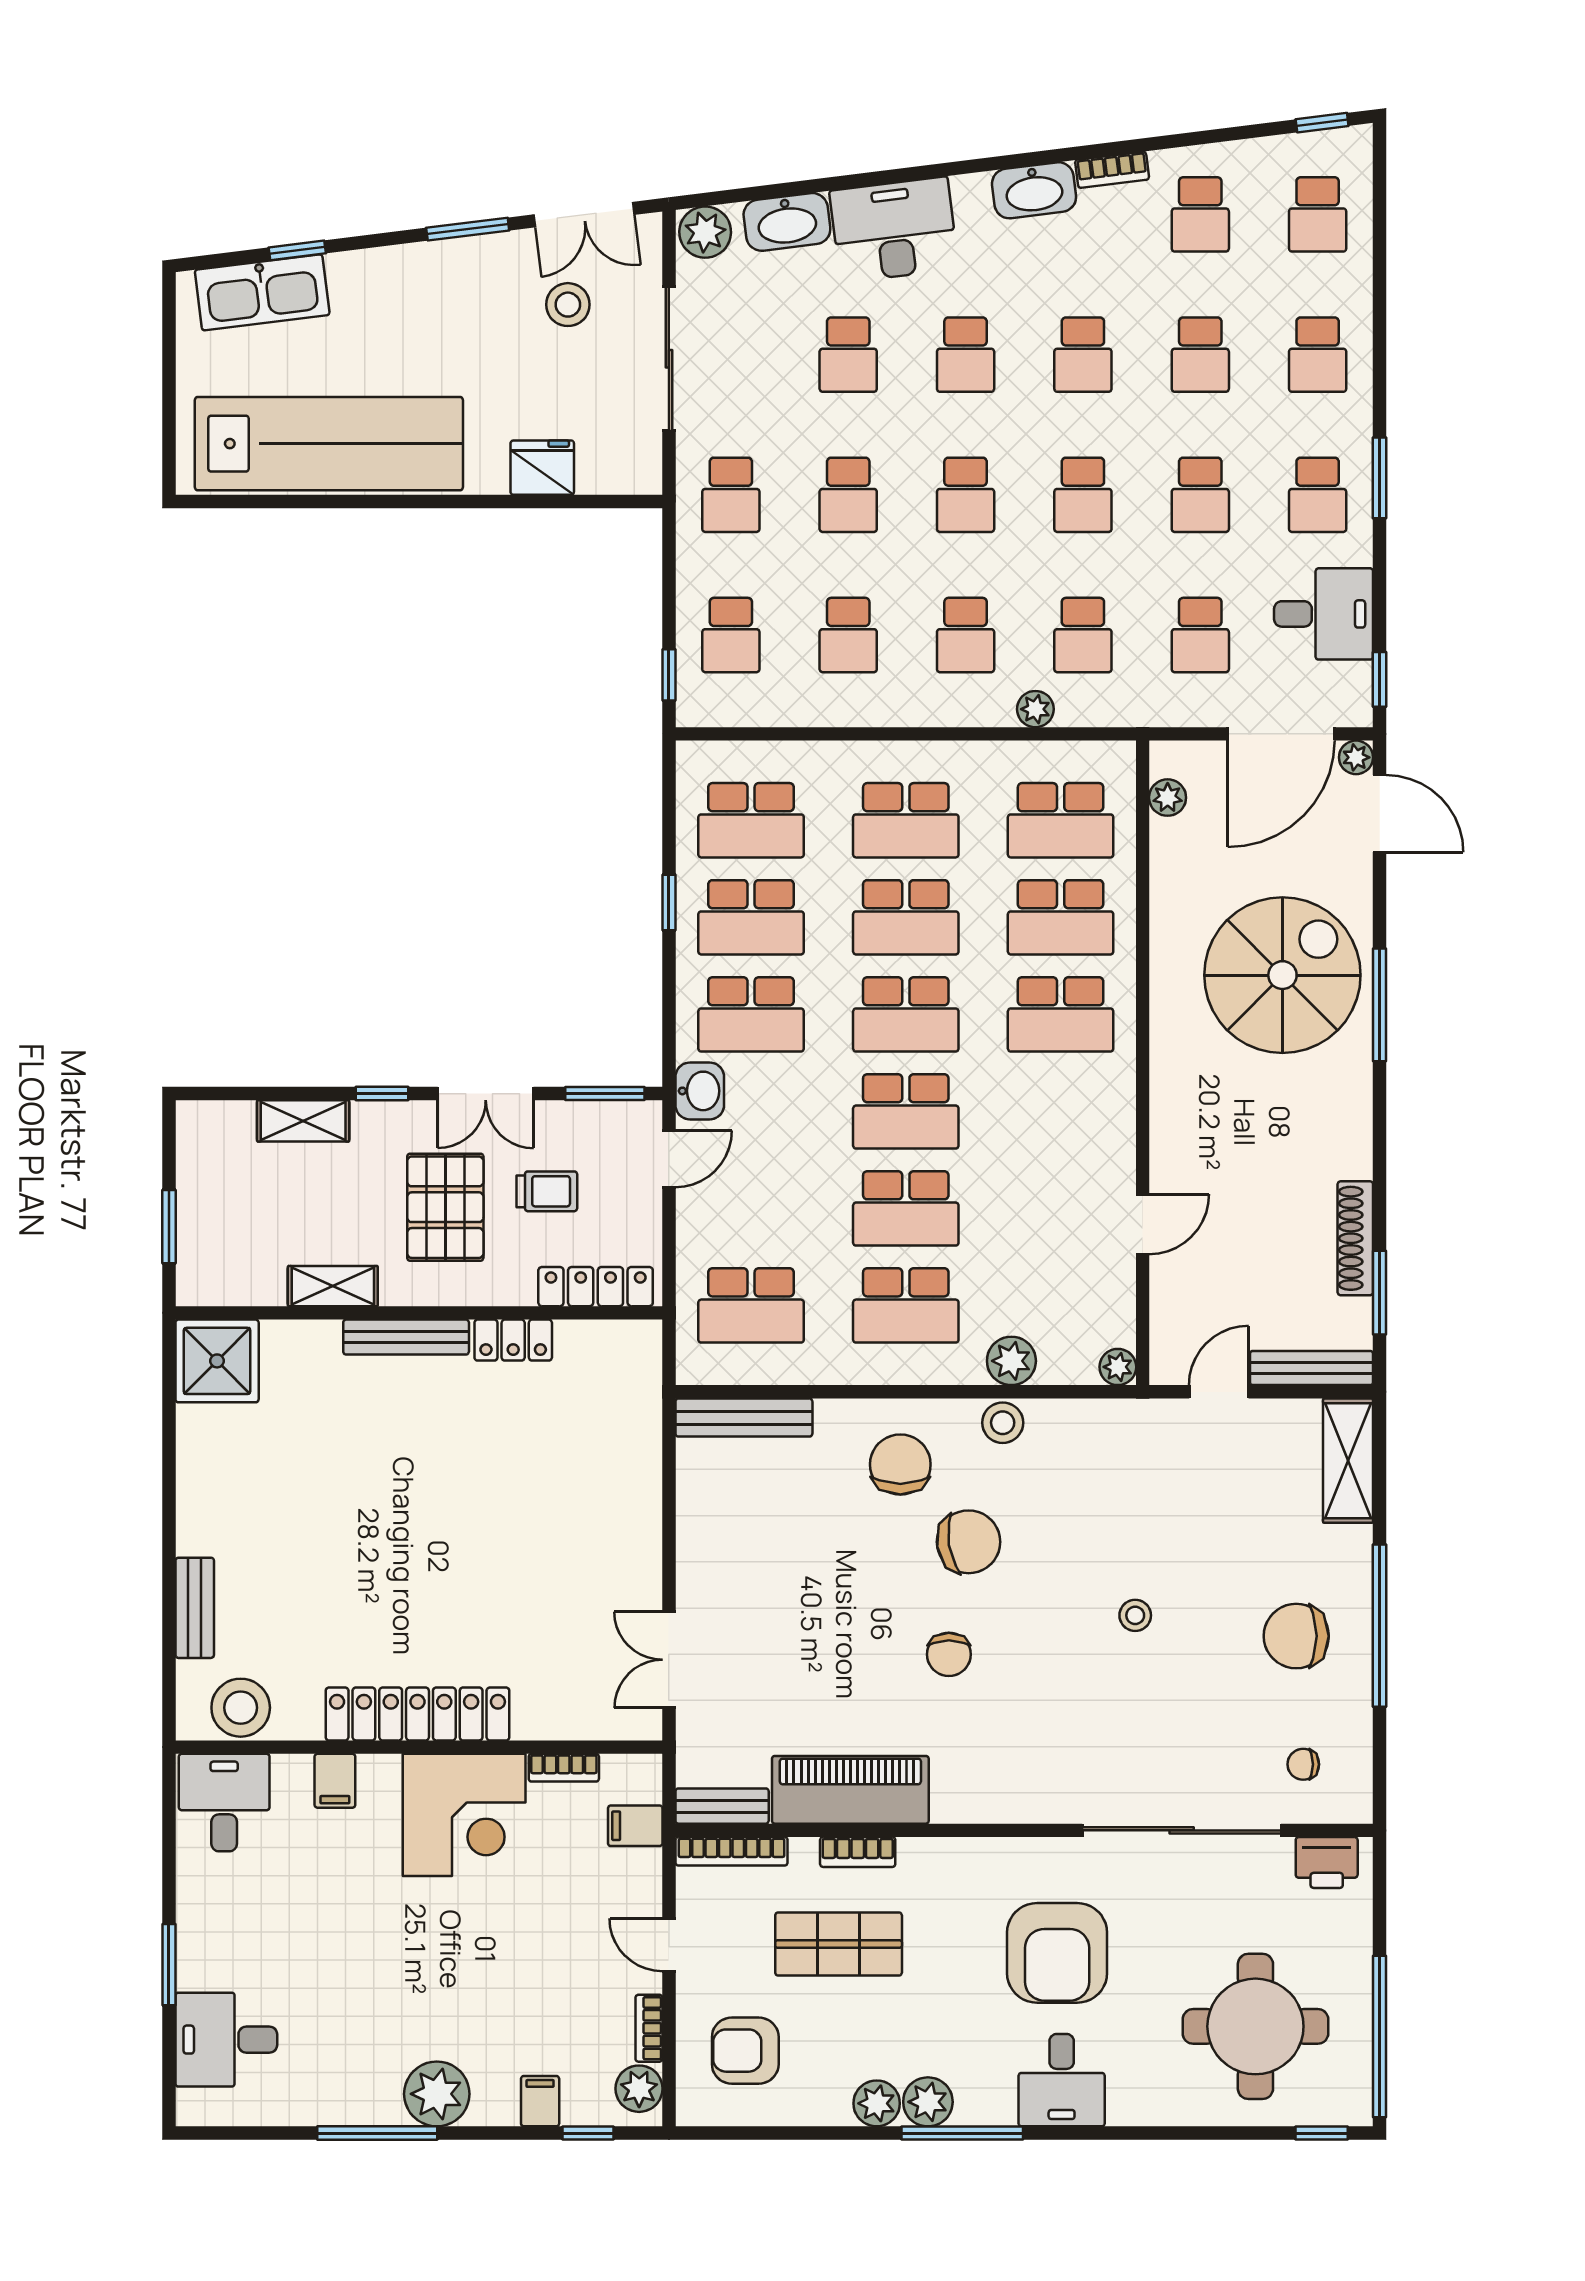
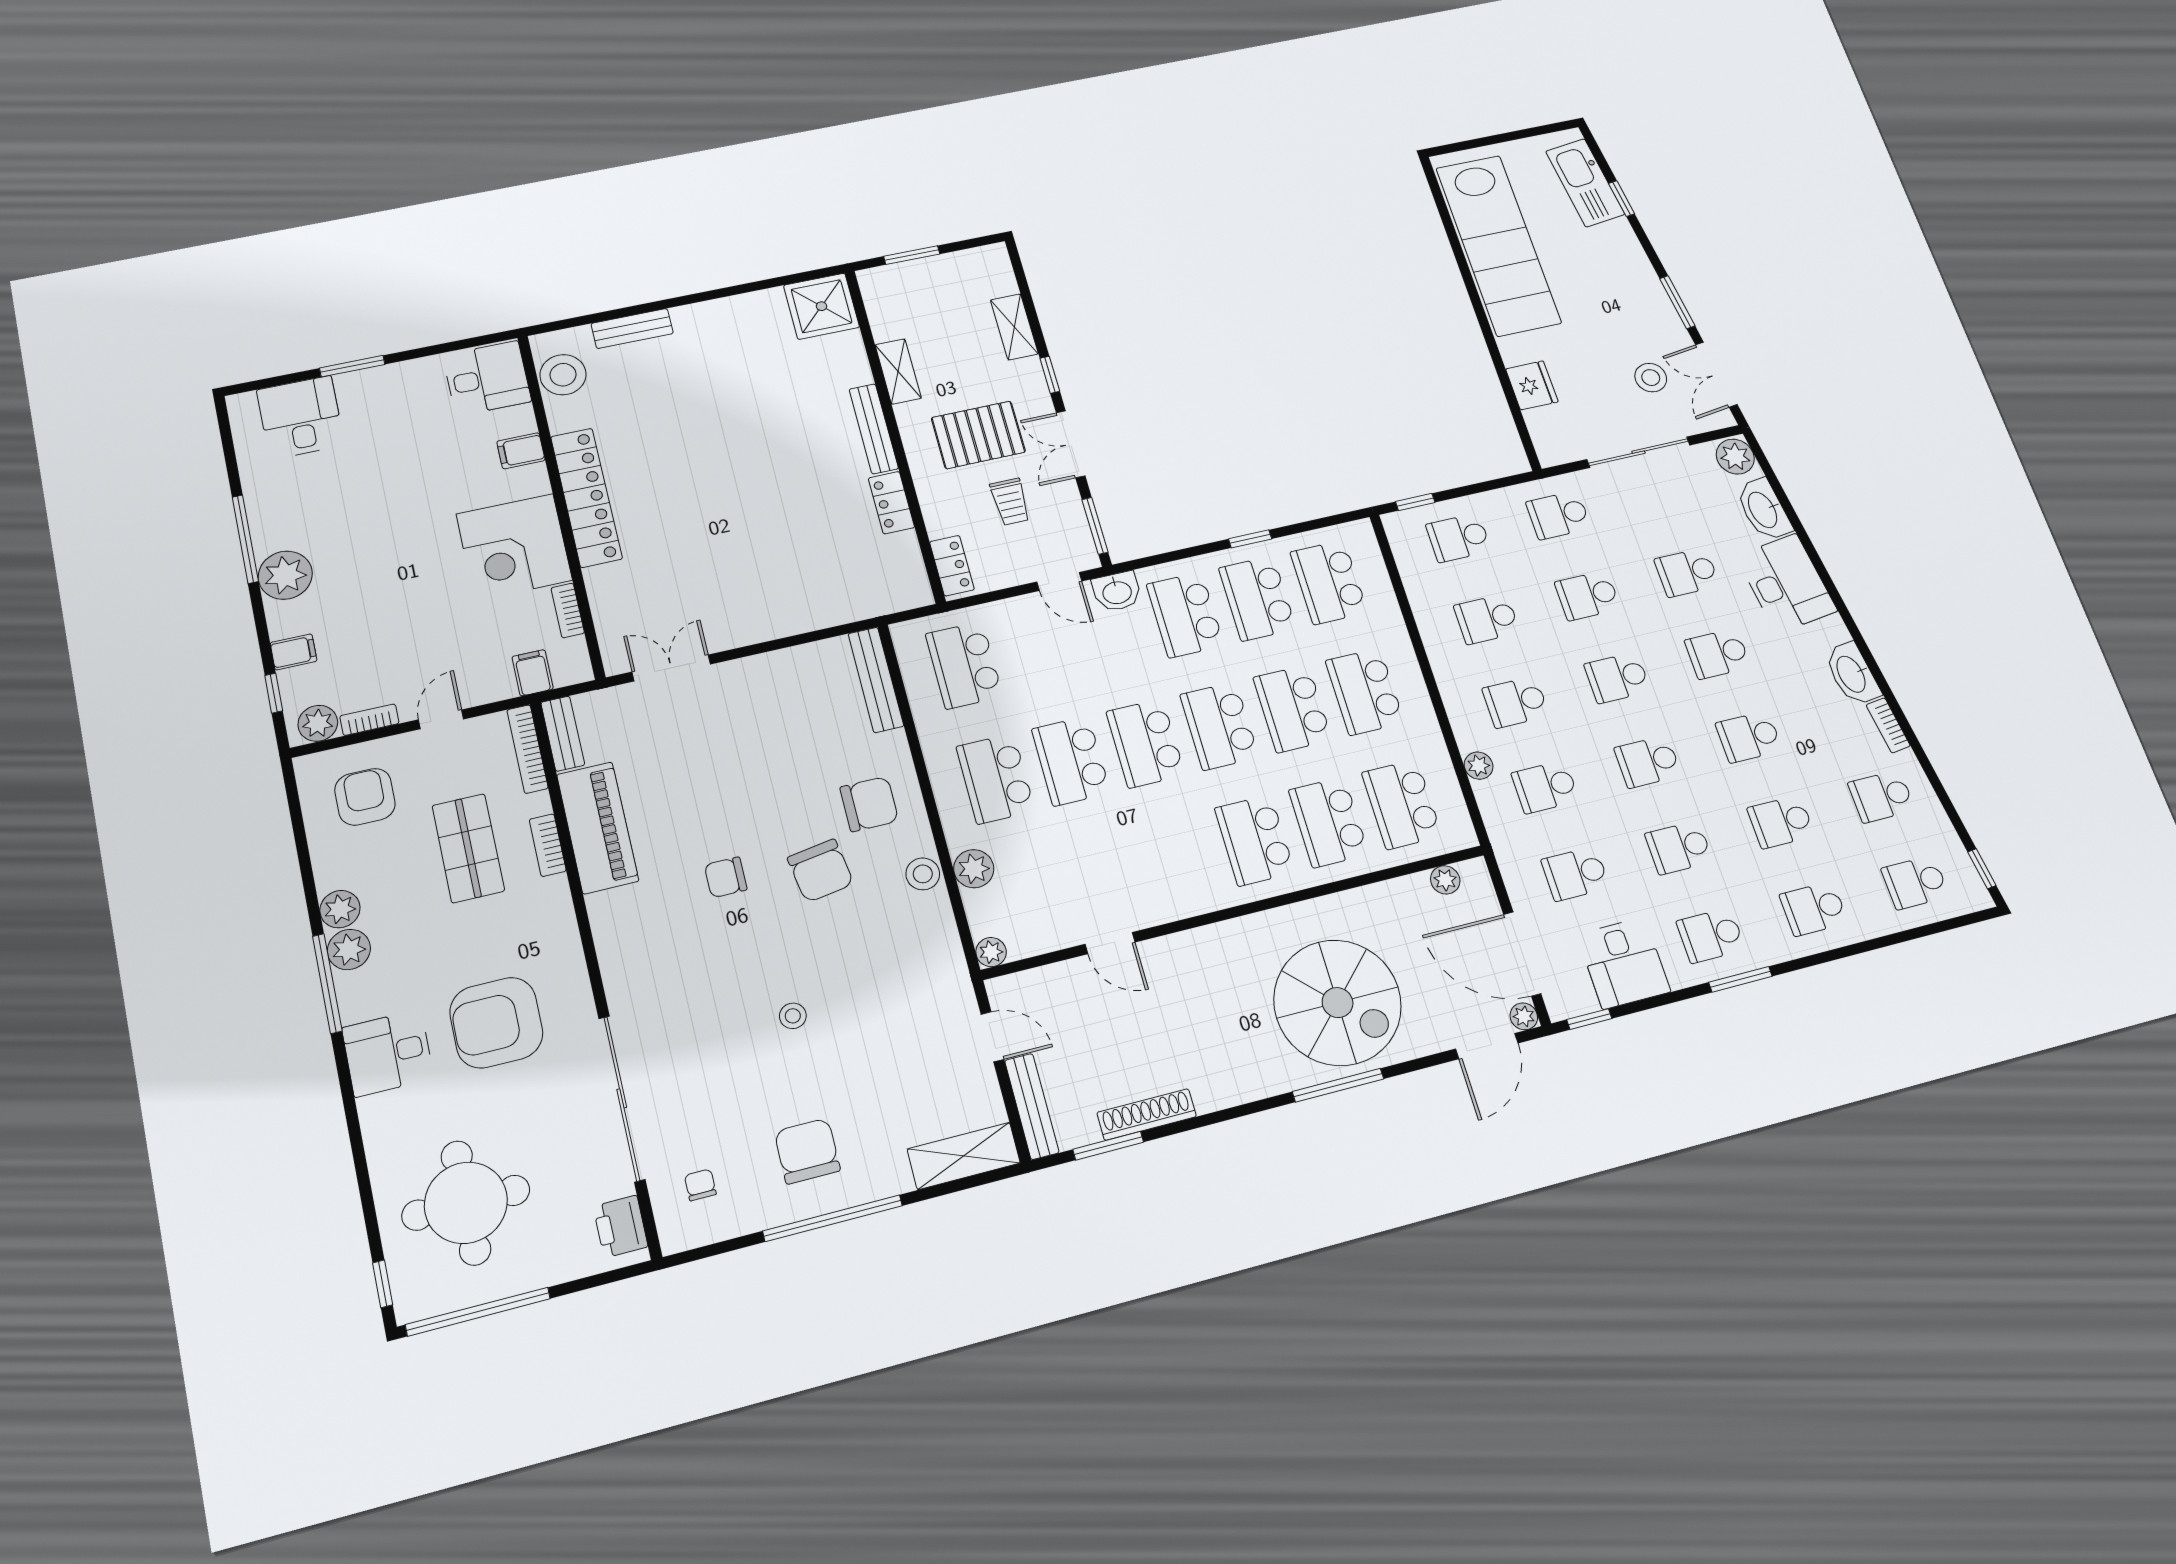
locker: (596, 1287) -> (952, 566), width x0.66

